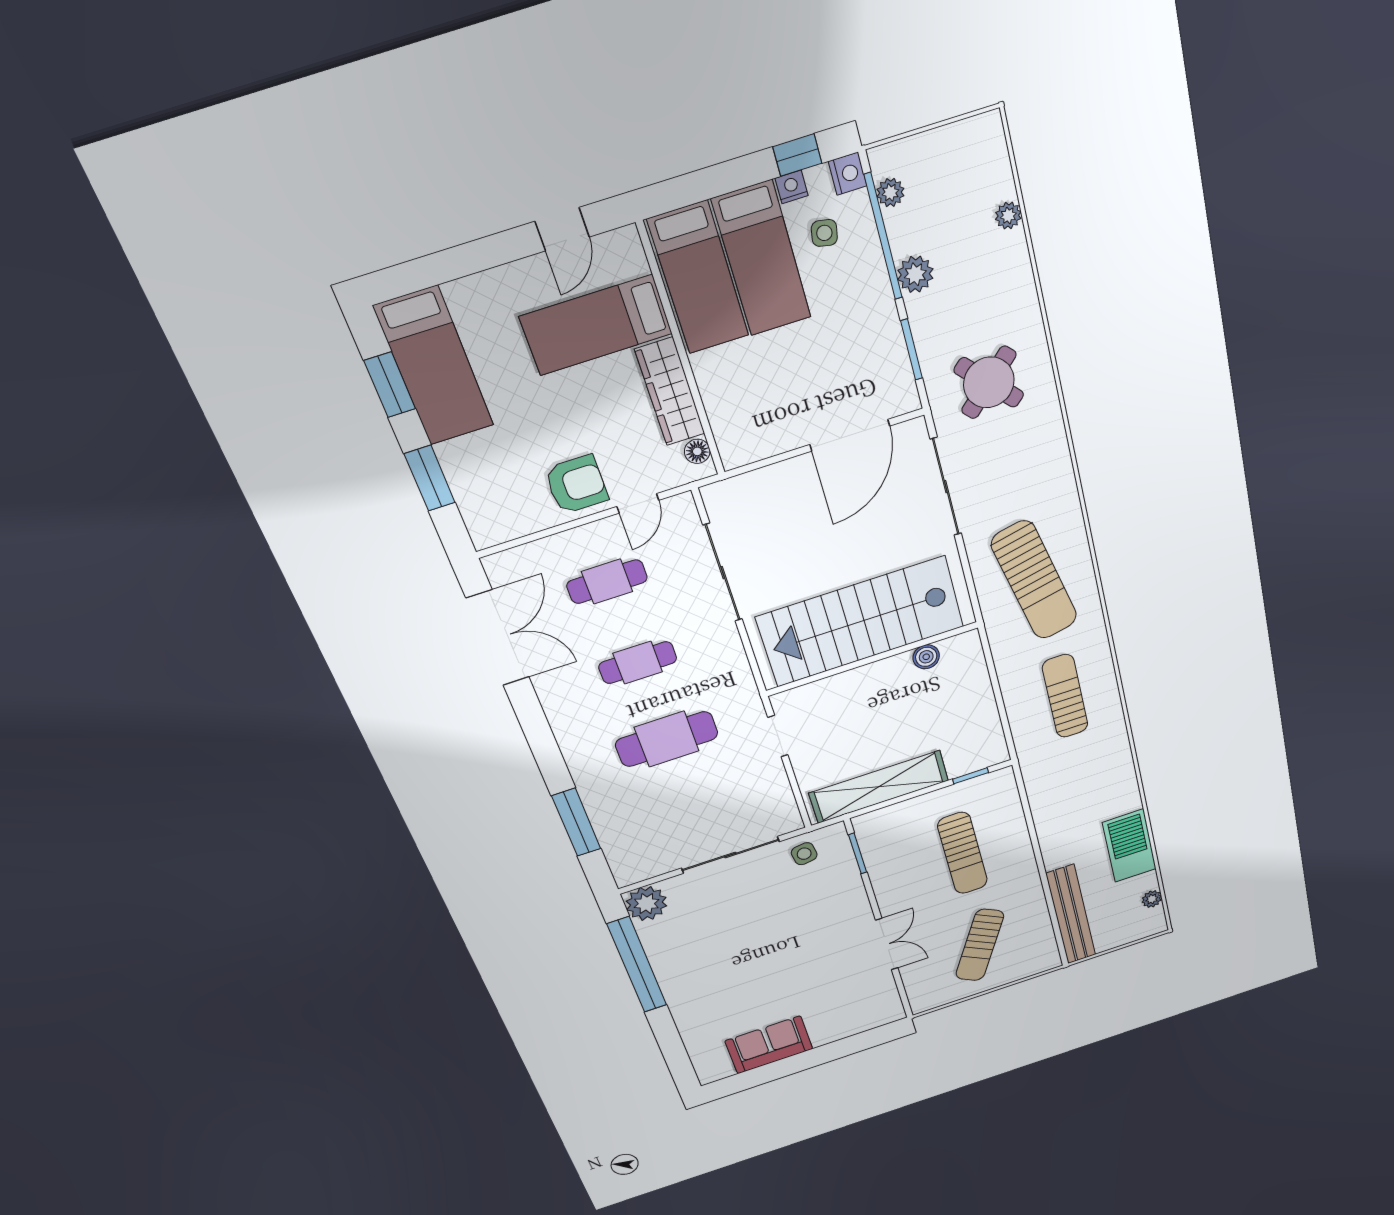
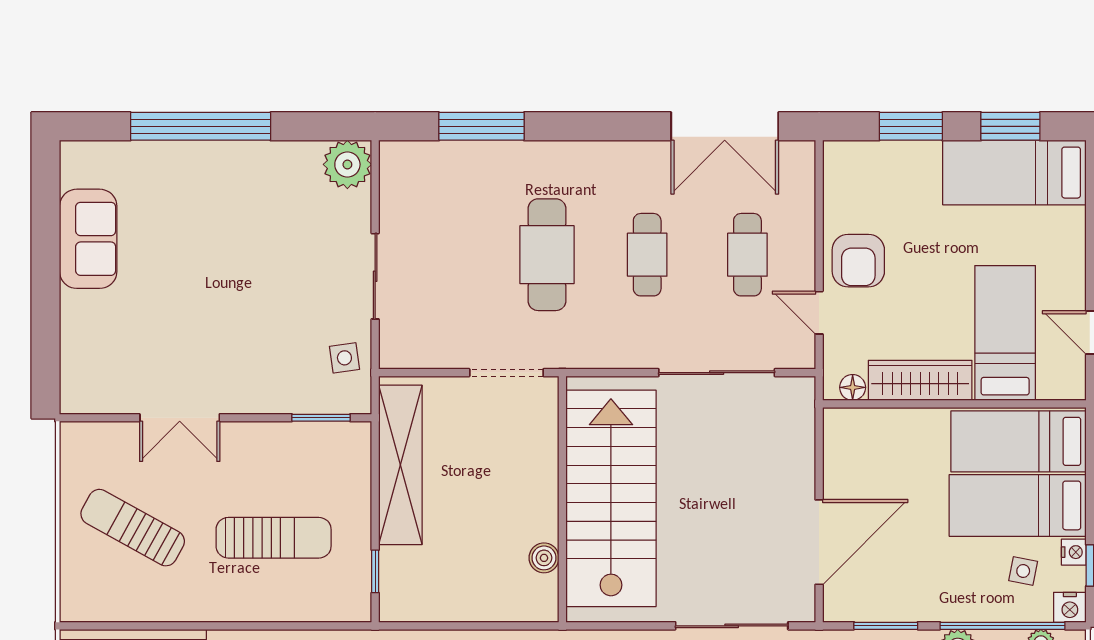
door: (850, 435) -> (819, 542), swing flipped
doorway: (778, 736) -> (506, 373), width x1.38
sun lounger: (962, 853) -> (274, 538), turned 180
sliding door: (730, 855) -> (375, 276), width x0.73
window: (637, 965) -> (201, 126), moved

